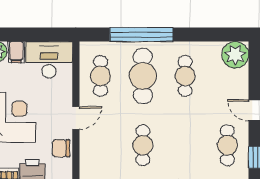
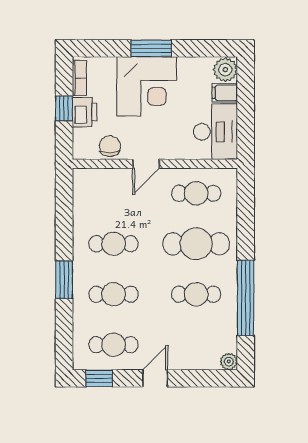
window: (141, 35) -> (246, 298), moved
plant: (235, 55) -> (229, 362), width x0.53, depth x0.53
door: (76, 118) -> (146, 164), hinge flipped
cafe table: (185, 145) -> (114, 294), added

